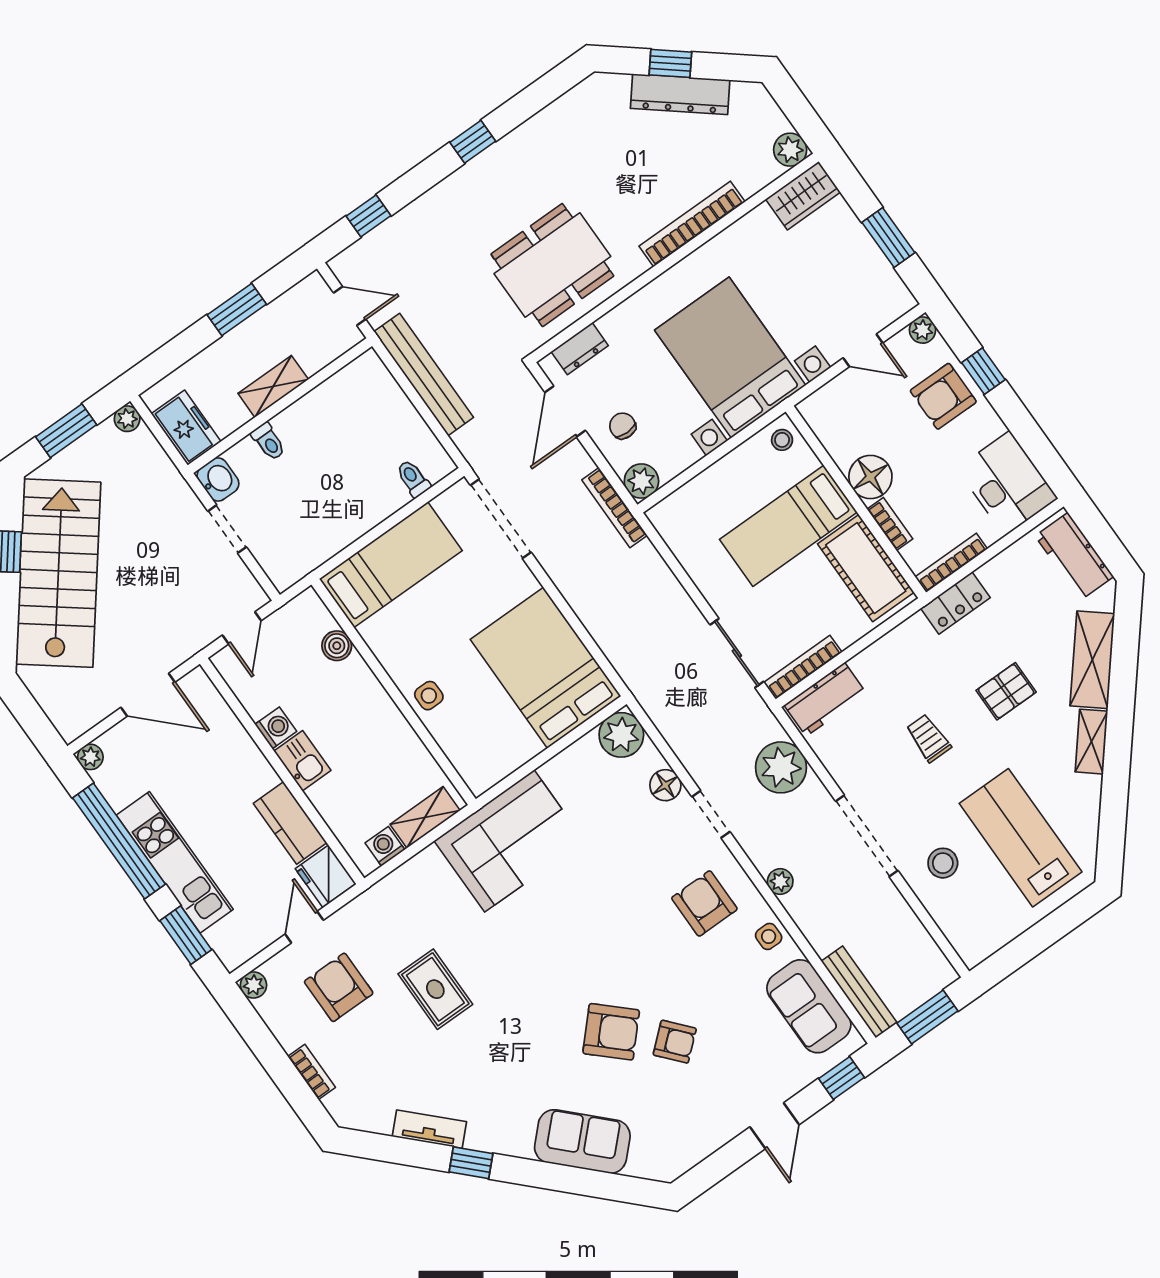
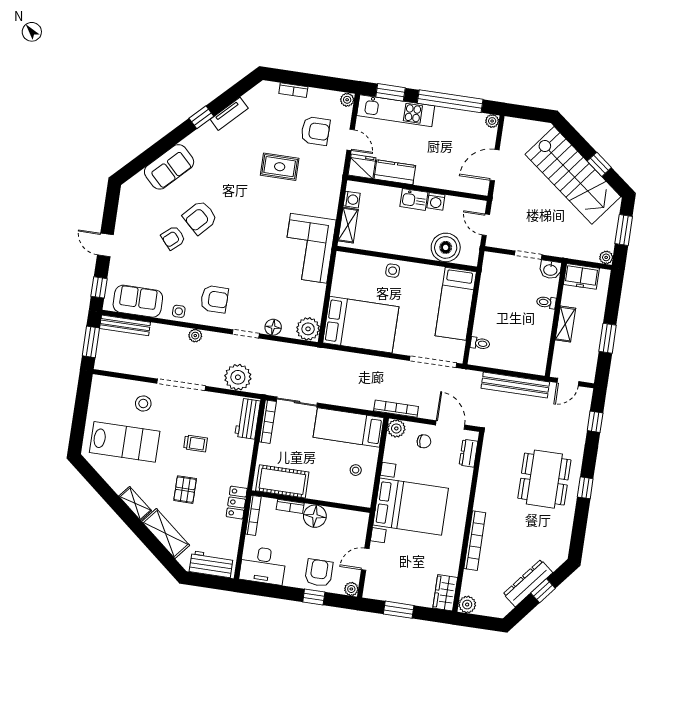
dining table: (552, 265) -> (544, 479), moved
stool: (782, 440) -> (356, 470), moved
bed: (788, 526) -> (349, 427), moved, turned -90
boiler: (337, 646) -> (446, 247), width x1.86, depth x1.86
kitchen unit: (175, 862) -> (396, 111), moved

